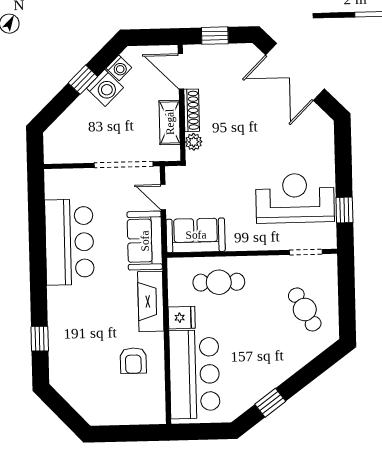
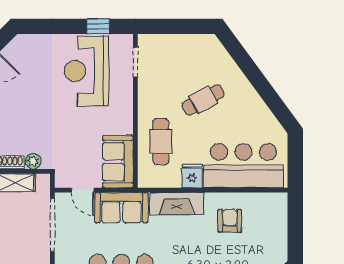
door: (163, 197) -> (83, 190), hinge flipped
cafe table: (305, 309) -> (203, 100), moved
armchair: (133, 361) -> (230, 221), turned -90
window: (270, 403) -> (271, 98), removed

